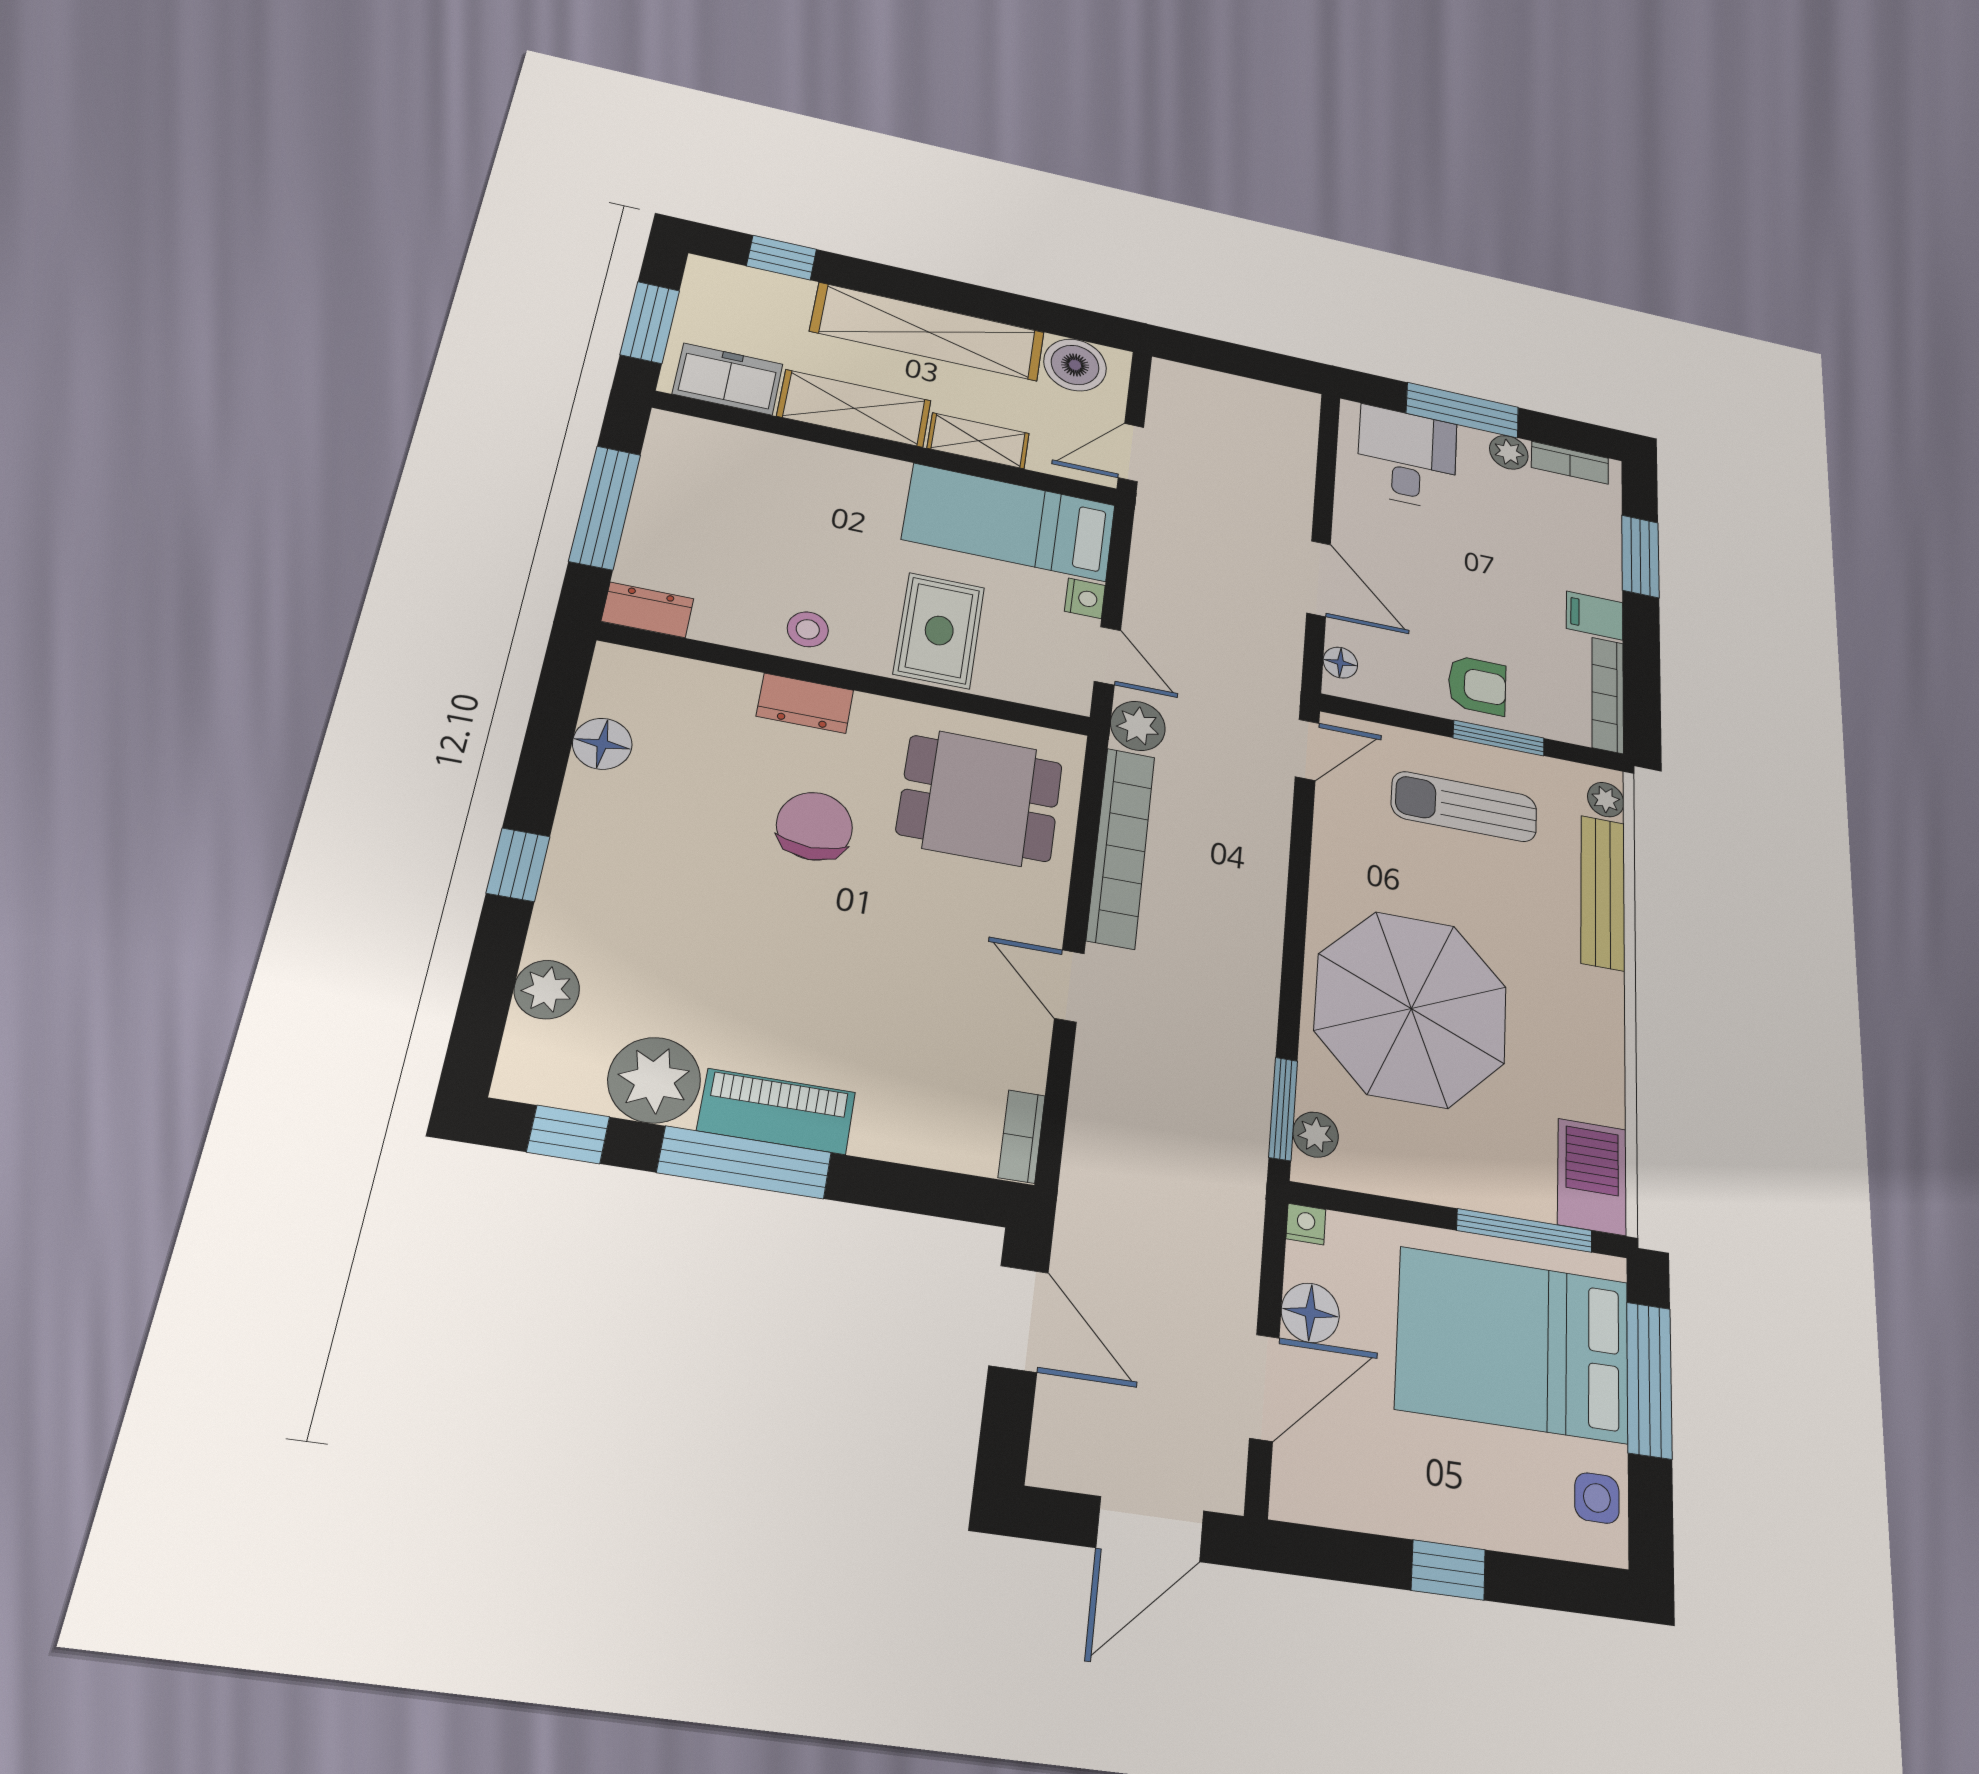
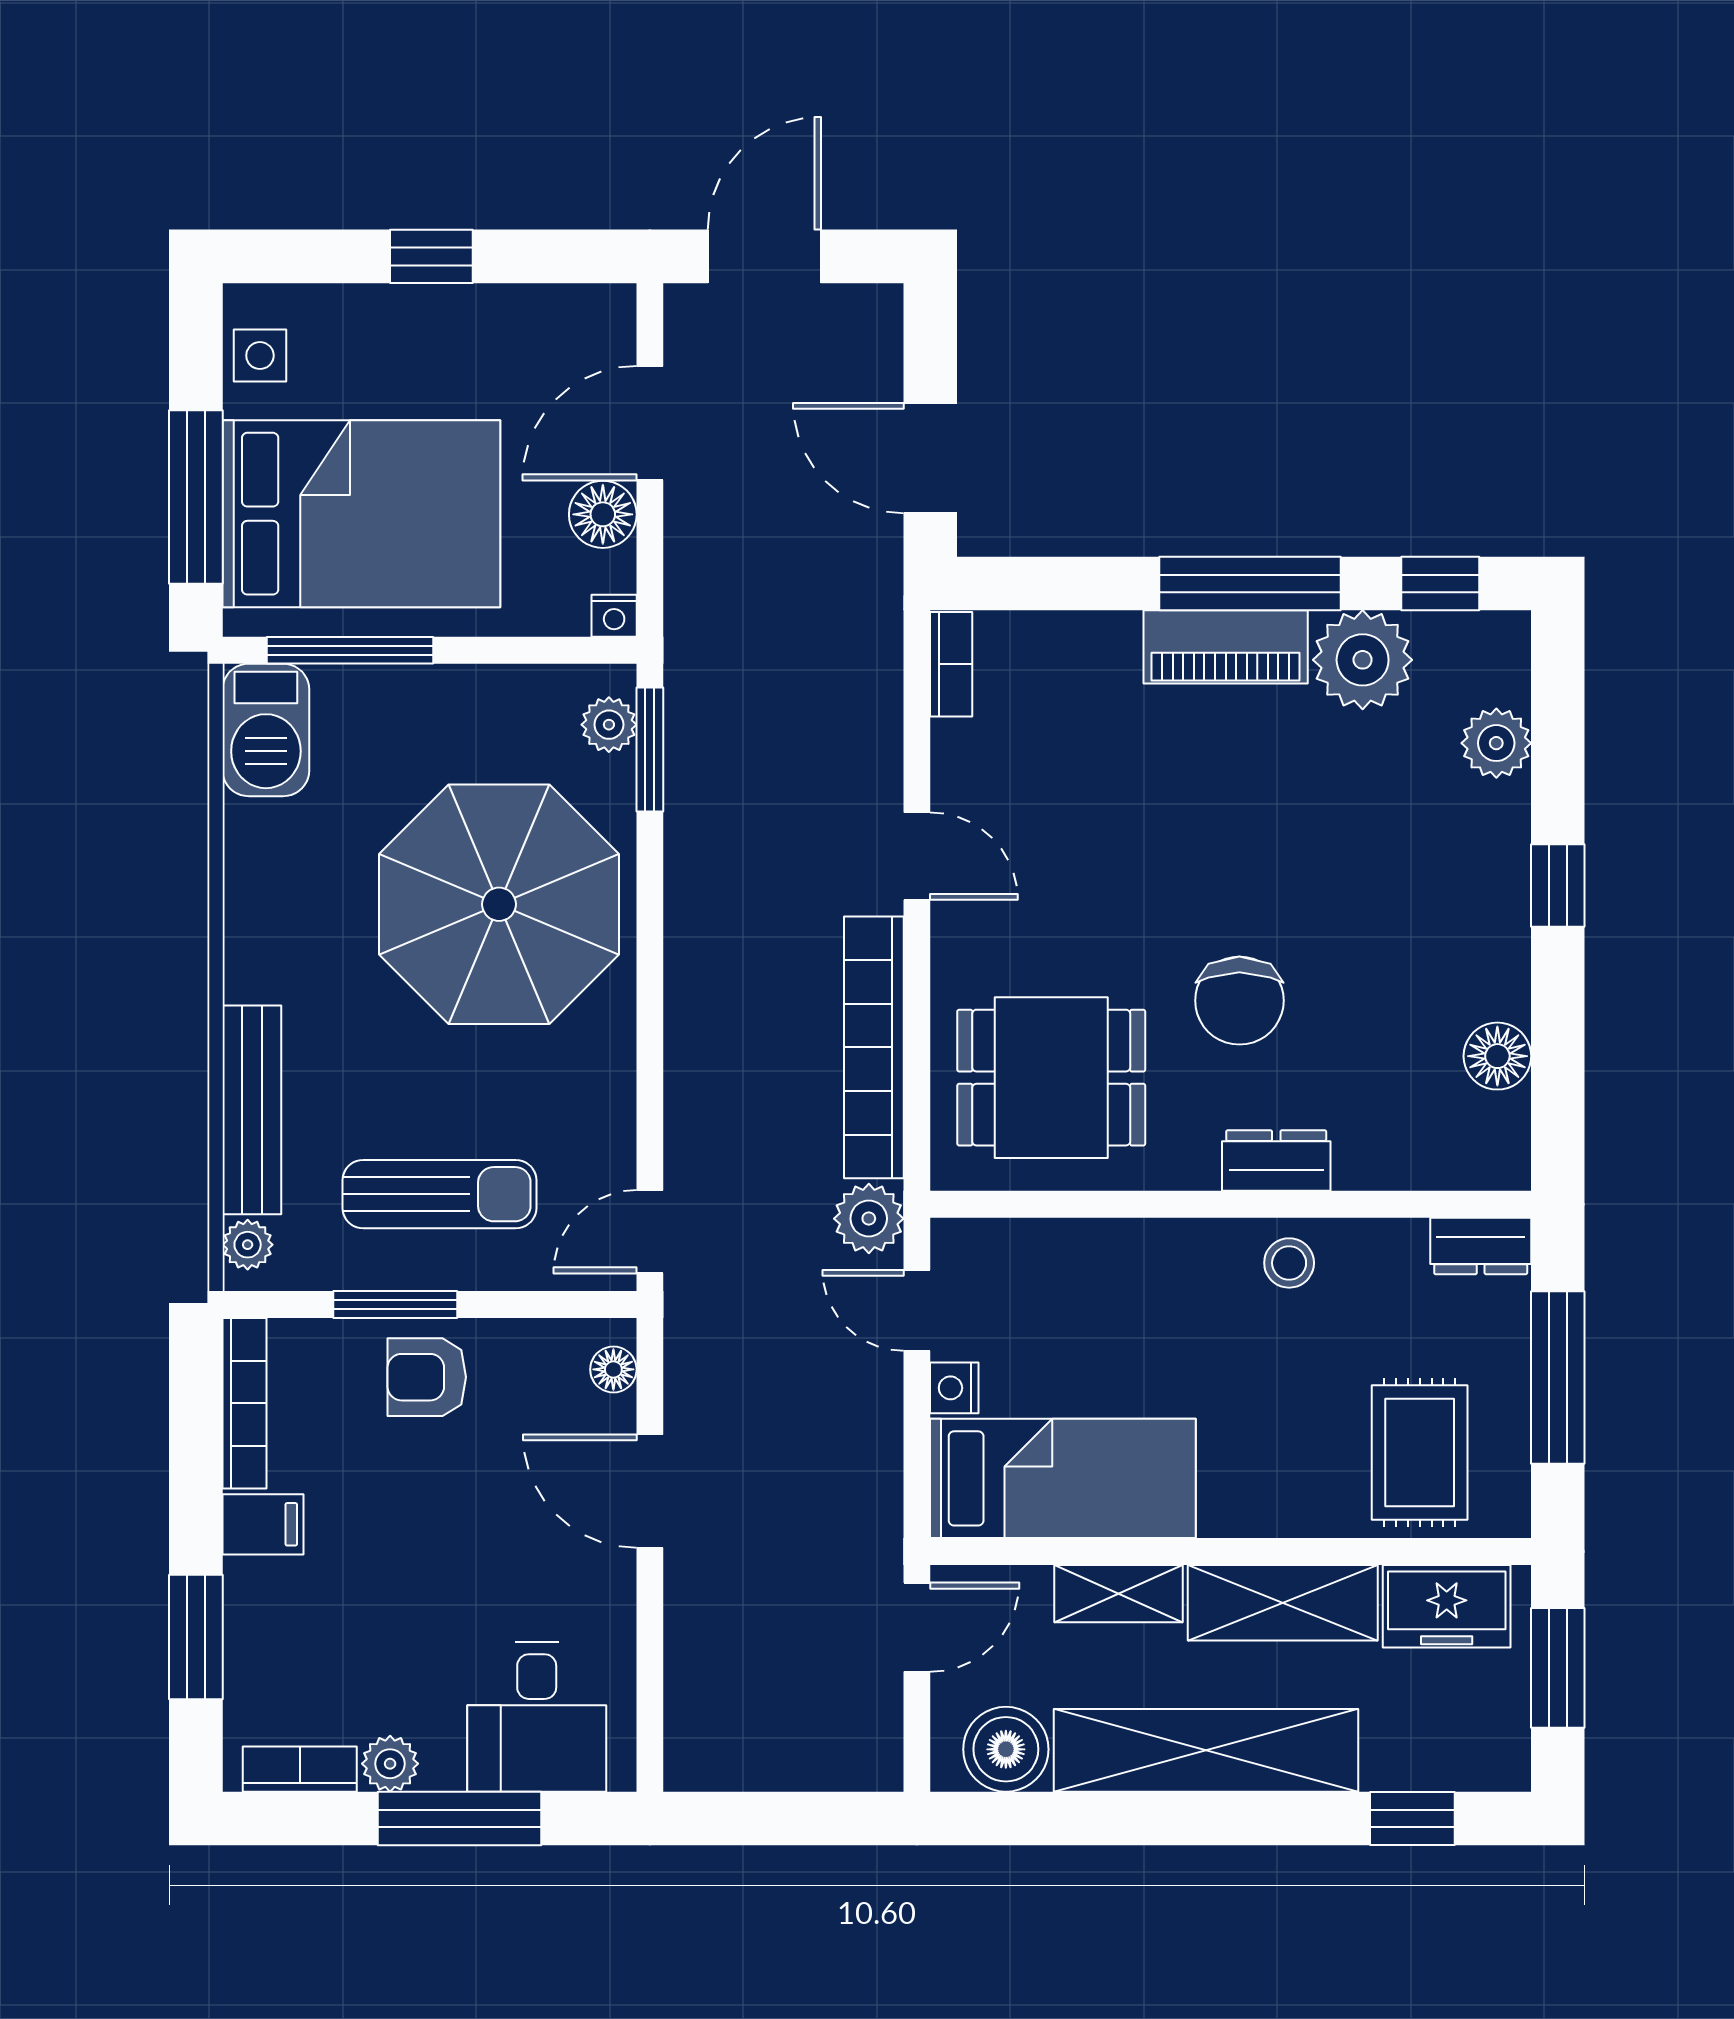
rug: (939, 630) -> (1420, 1453), moved

